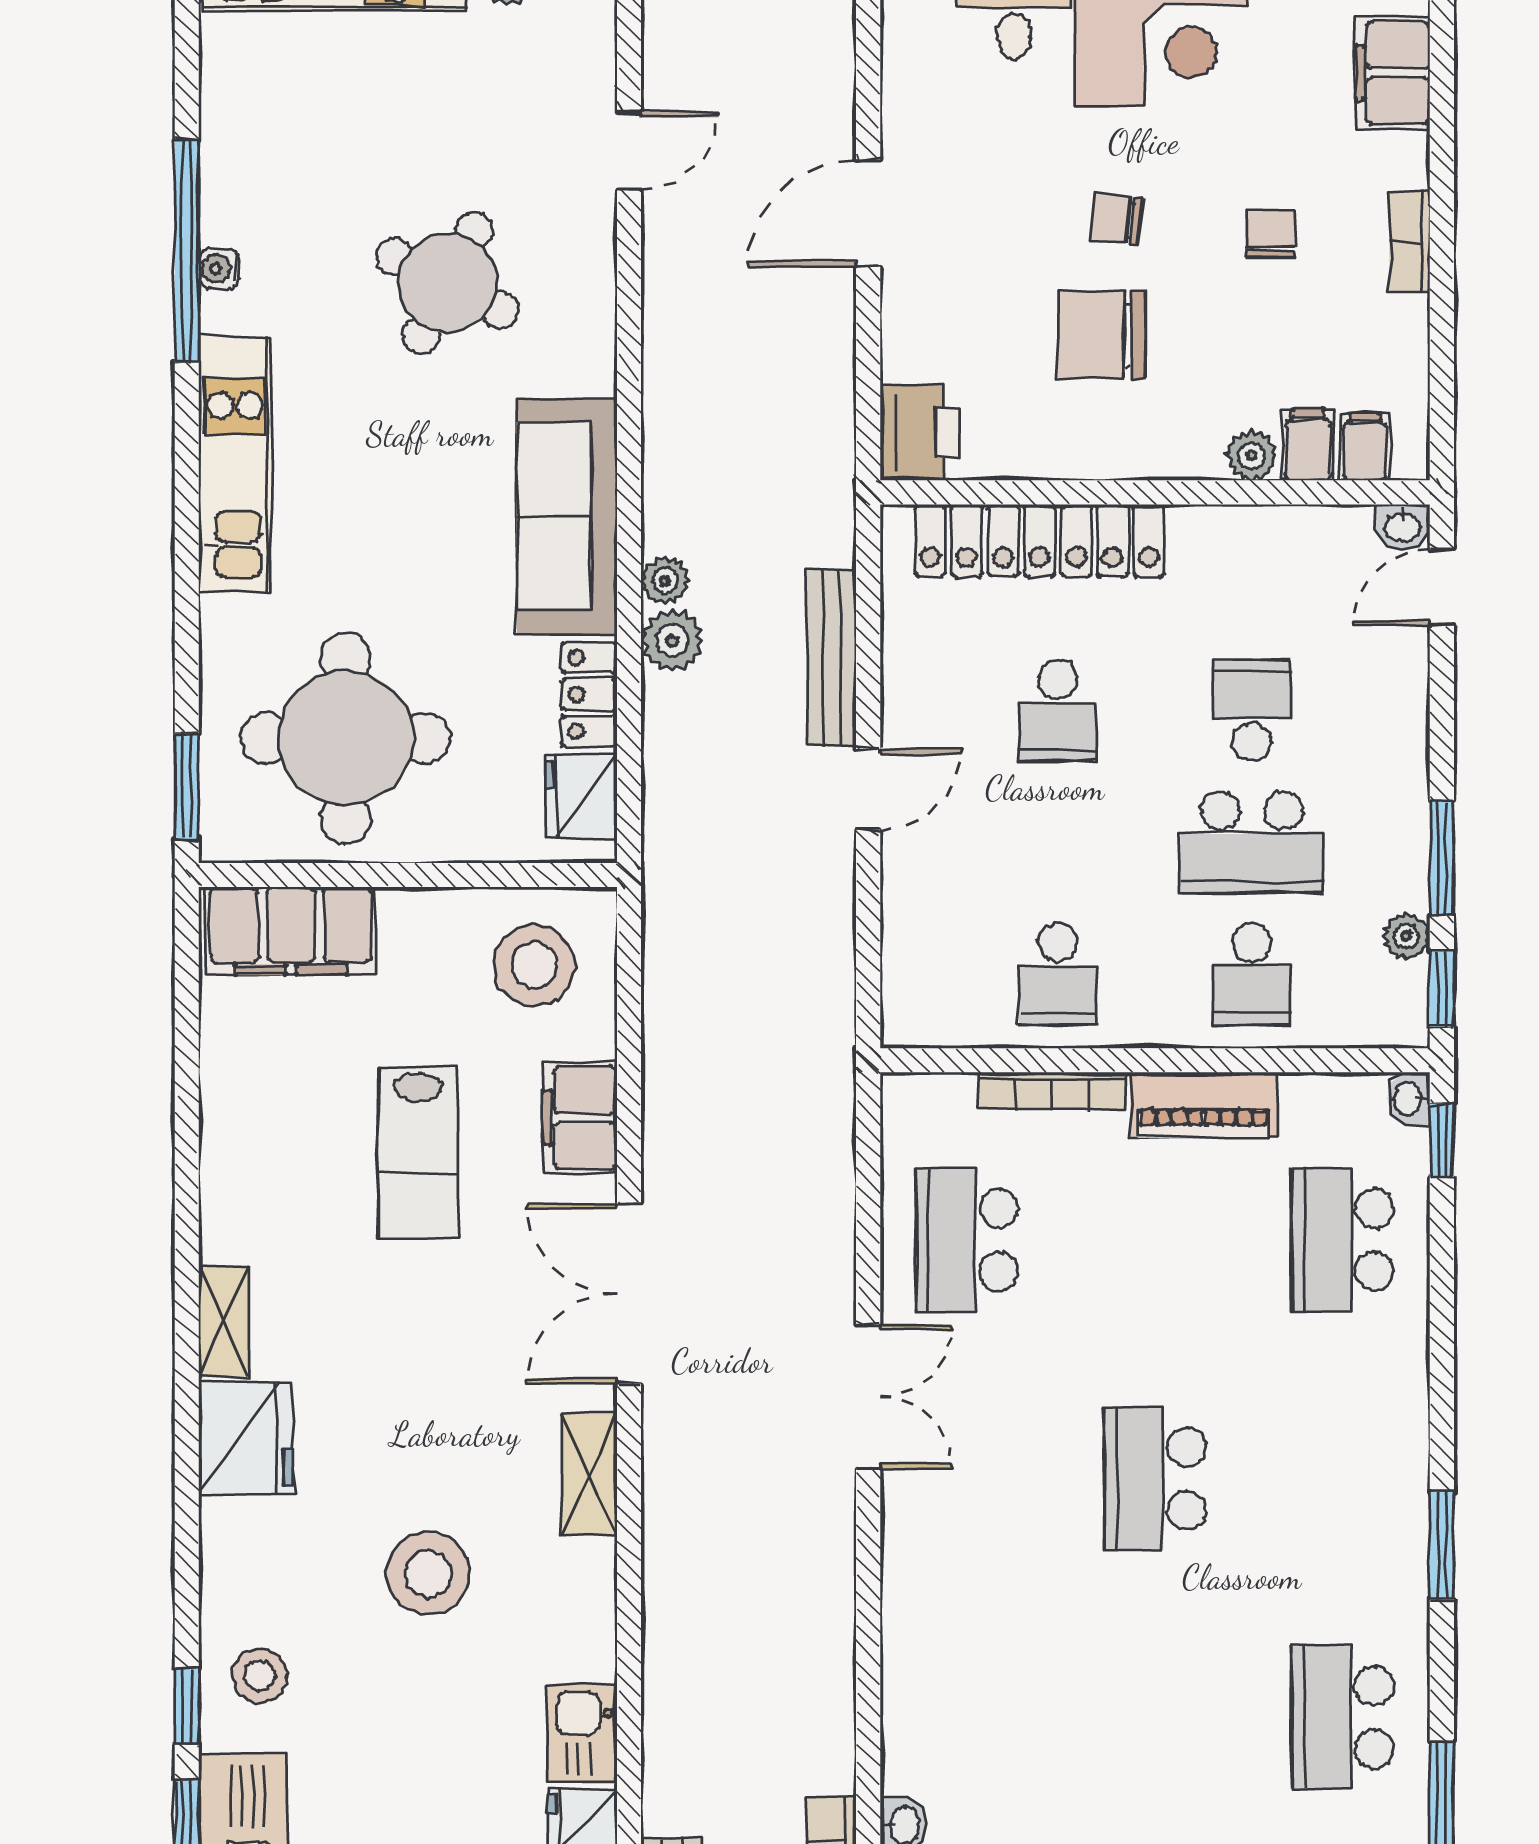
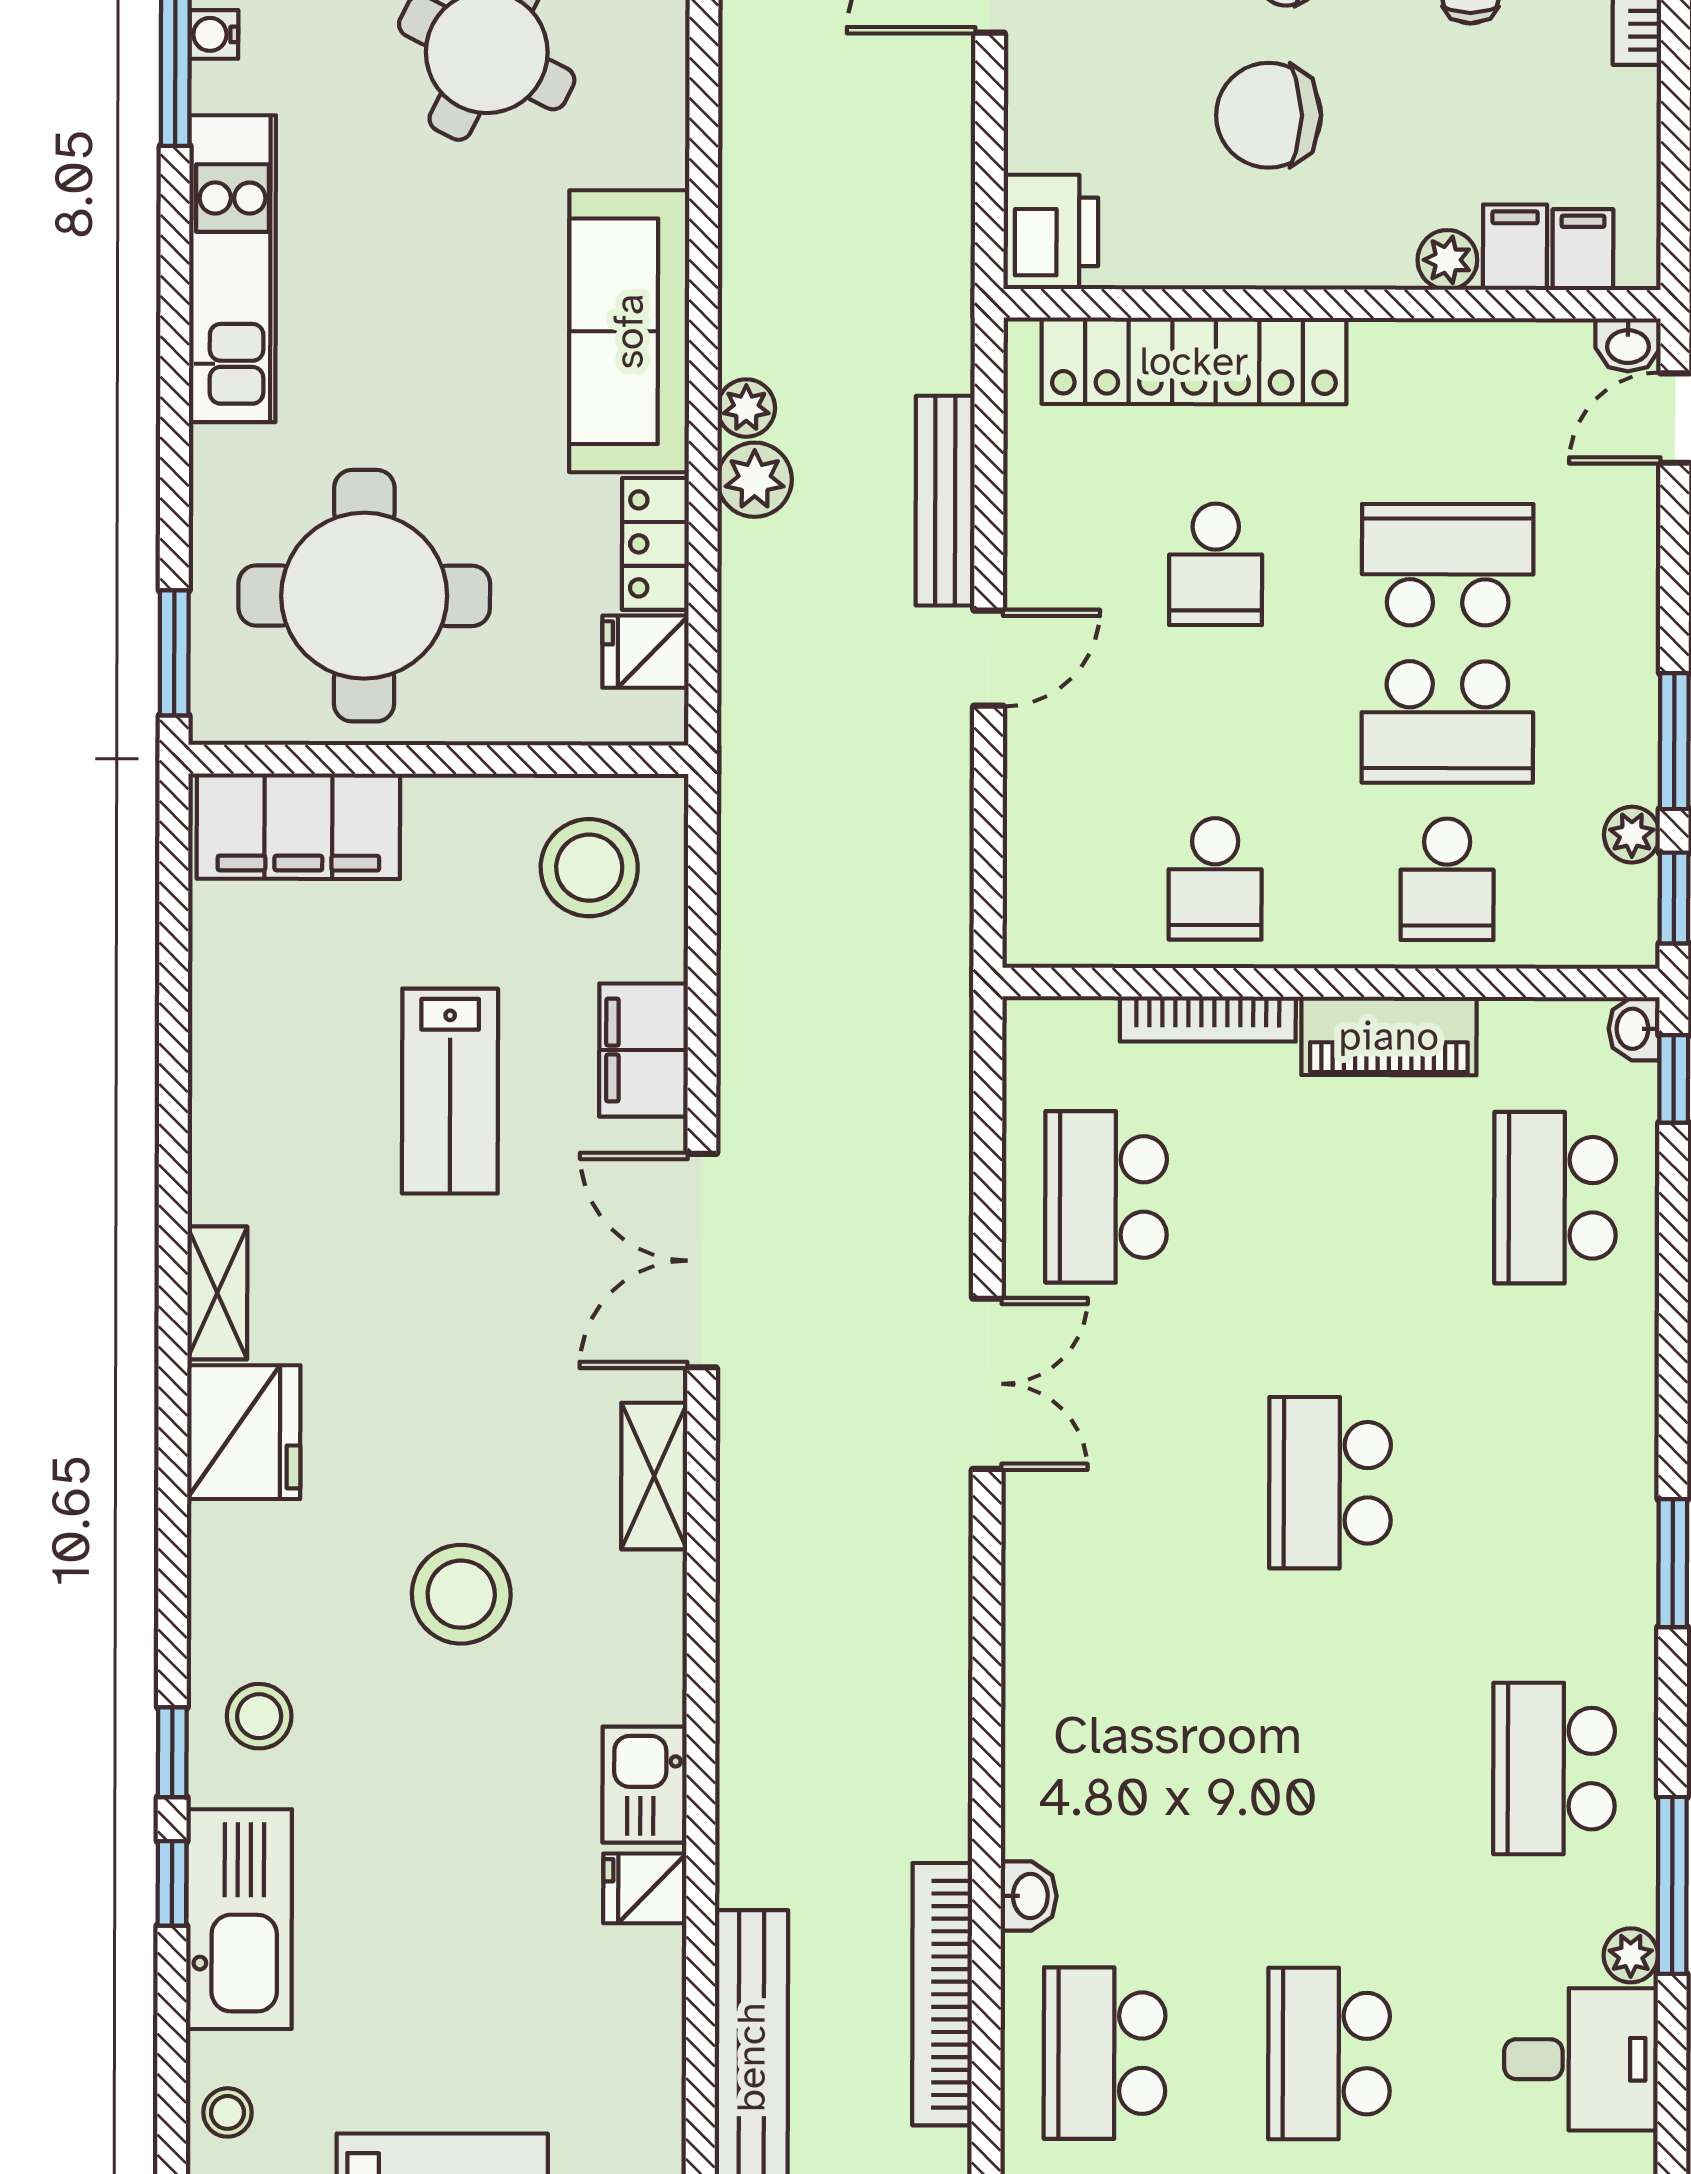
school desk: (1252, 711) -> (1448, 565), width x1.85
fridge: (581, 796) -> (645, 652), width x0.72

